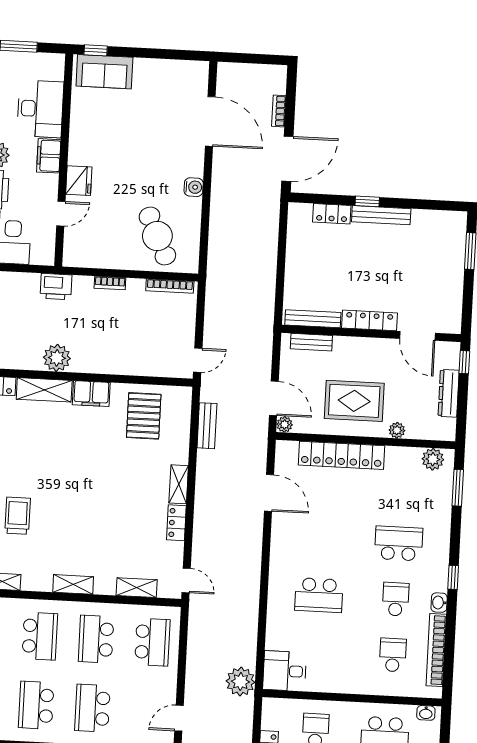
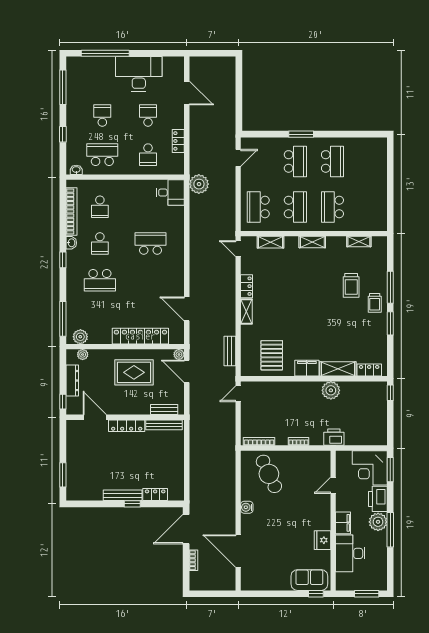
fridge: (79, 181) -> (322, 540), moved
plant: (397, 430) -> (83, 354), moved
window: (458, 488) -> (63, 319), width x1.44

